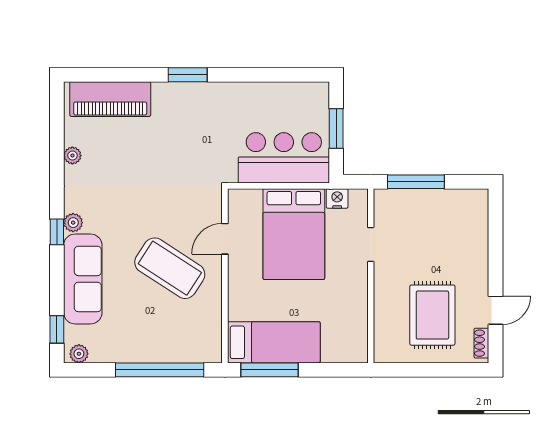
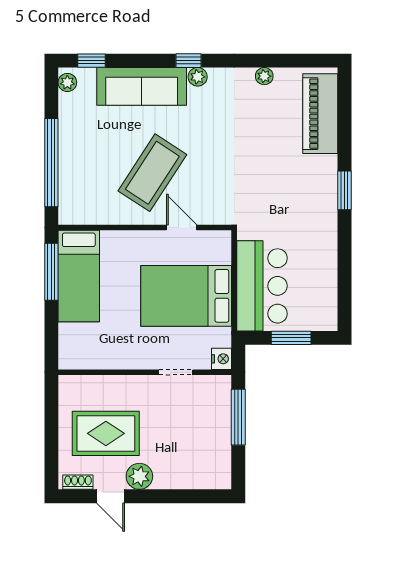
nightstand: (337, 198) -> (222, 359), moved
plant: (476, 281) -> (139, 476), added

